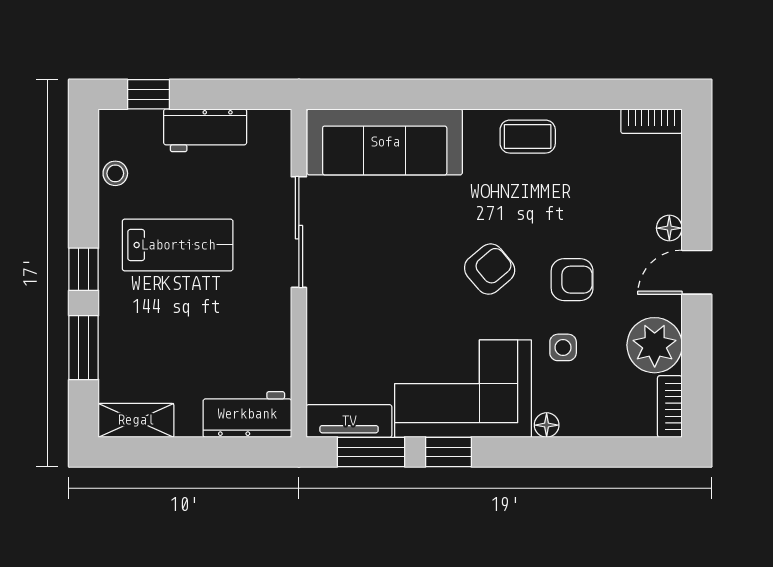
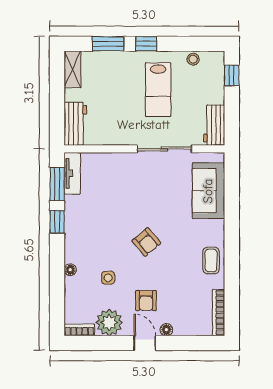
bookcase: (651, 121) -> (219, 313), width x1.56
workbench: (205, 130) -> (214, 125), moved
sofa: (385, 142) -> (208, 191), width x0.73
armchair: (572, 280) -> (146, 301), moved
corner sofa: (463, 389) -> (88, 229), removed

